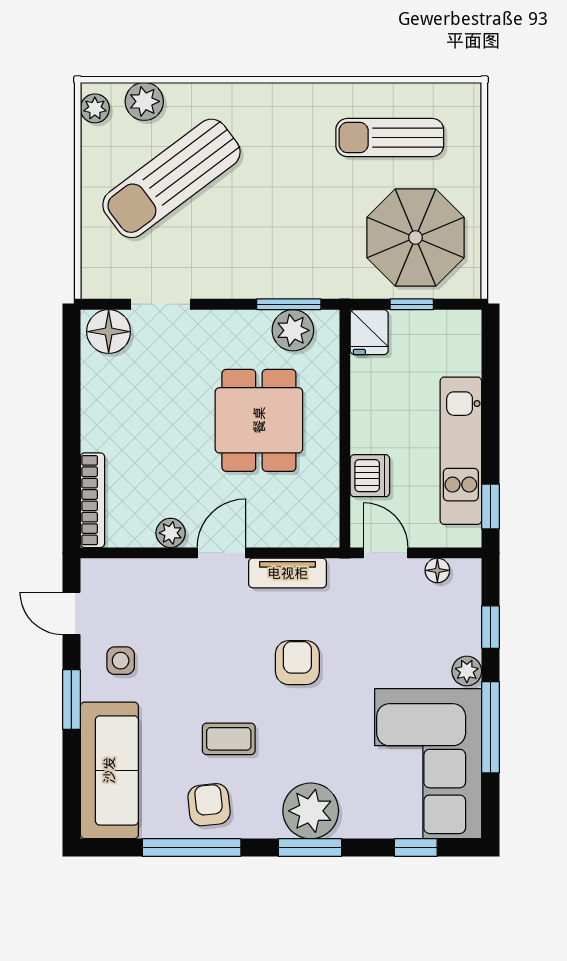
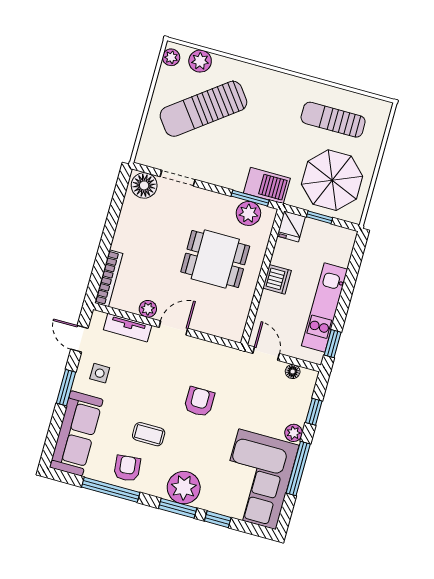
barbecue: (311, 276) -> (267, 186), added
dining table: (259, 420) -> (215, 259), turned 90
dishwasher: (370, 476) -> (277, 279), moved
tv unit: (288, 573) -> (128, 328), moved
window: (416, 848) -> (218, 519), moved

